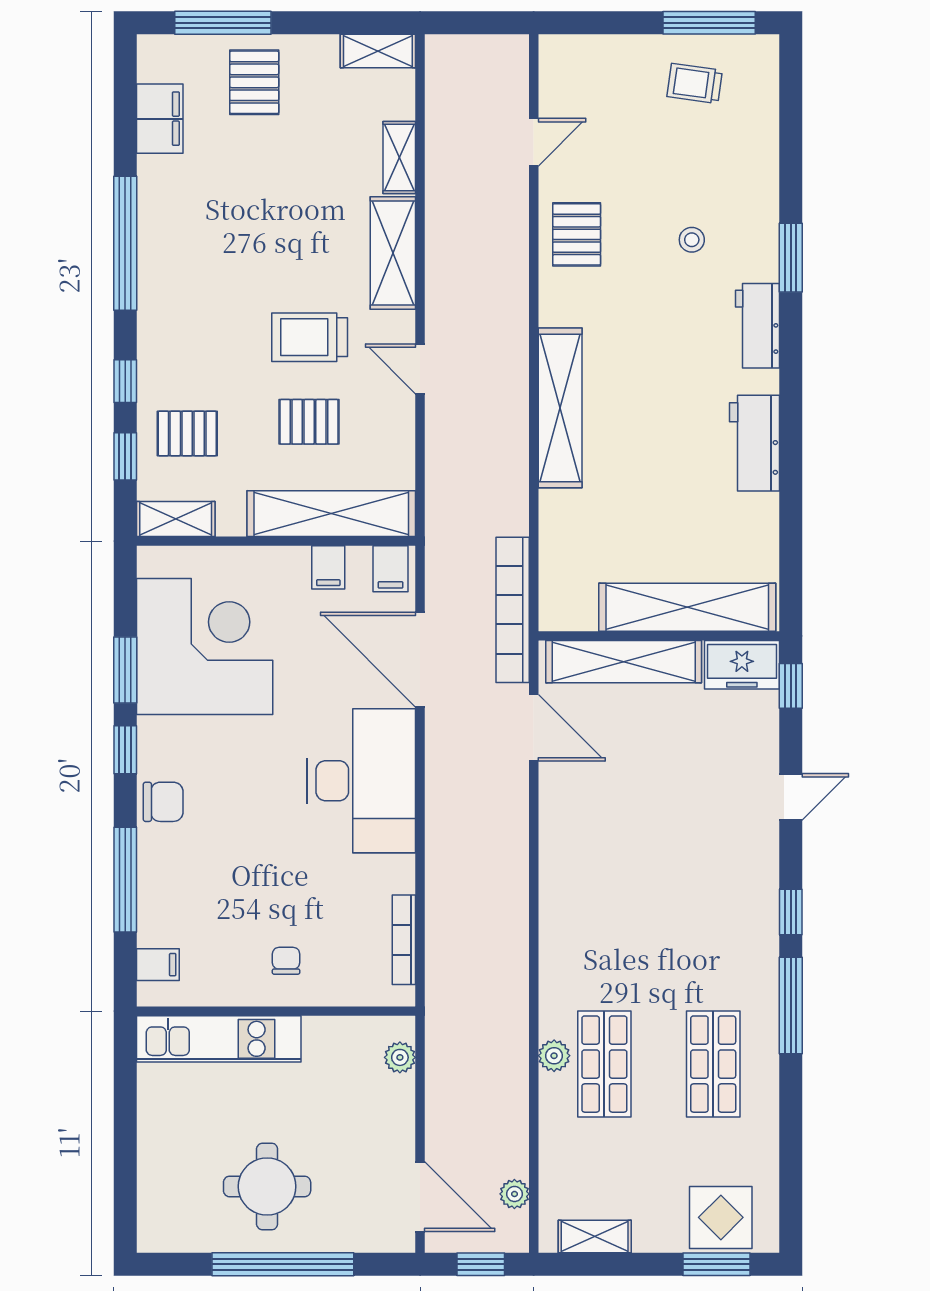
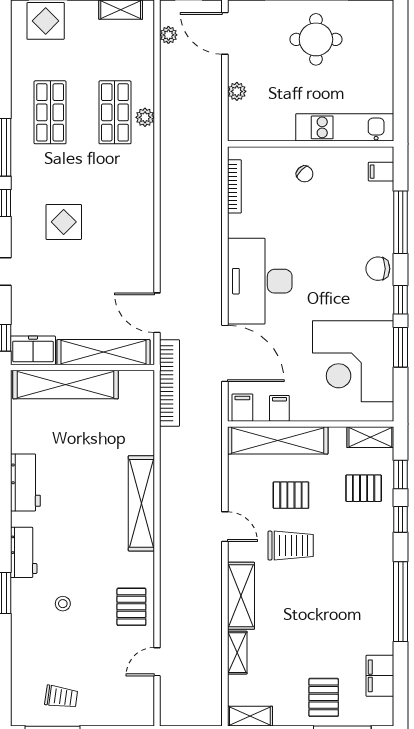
display table: (690, 880) -> (64, 222), added
chair: (286, 961) -> (305, 174), turned -45
plant: (400, 1057) -> (237, 91), moved

